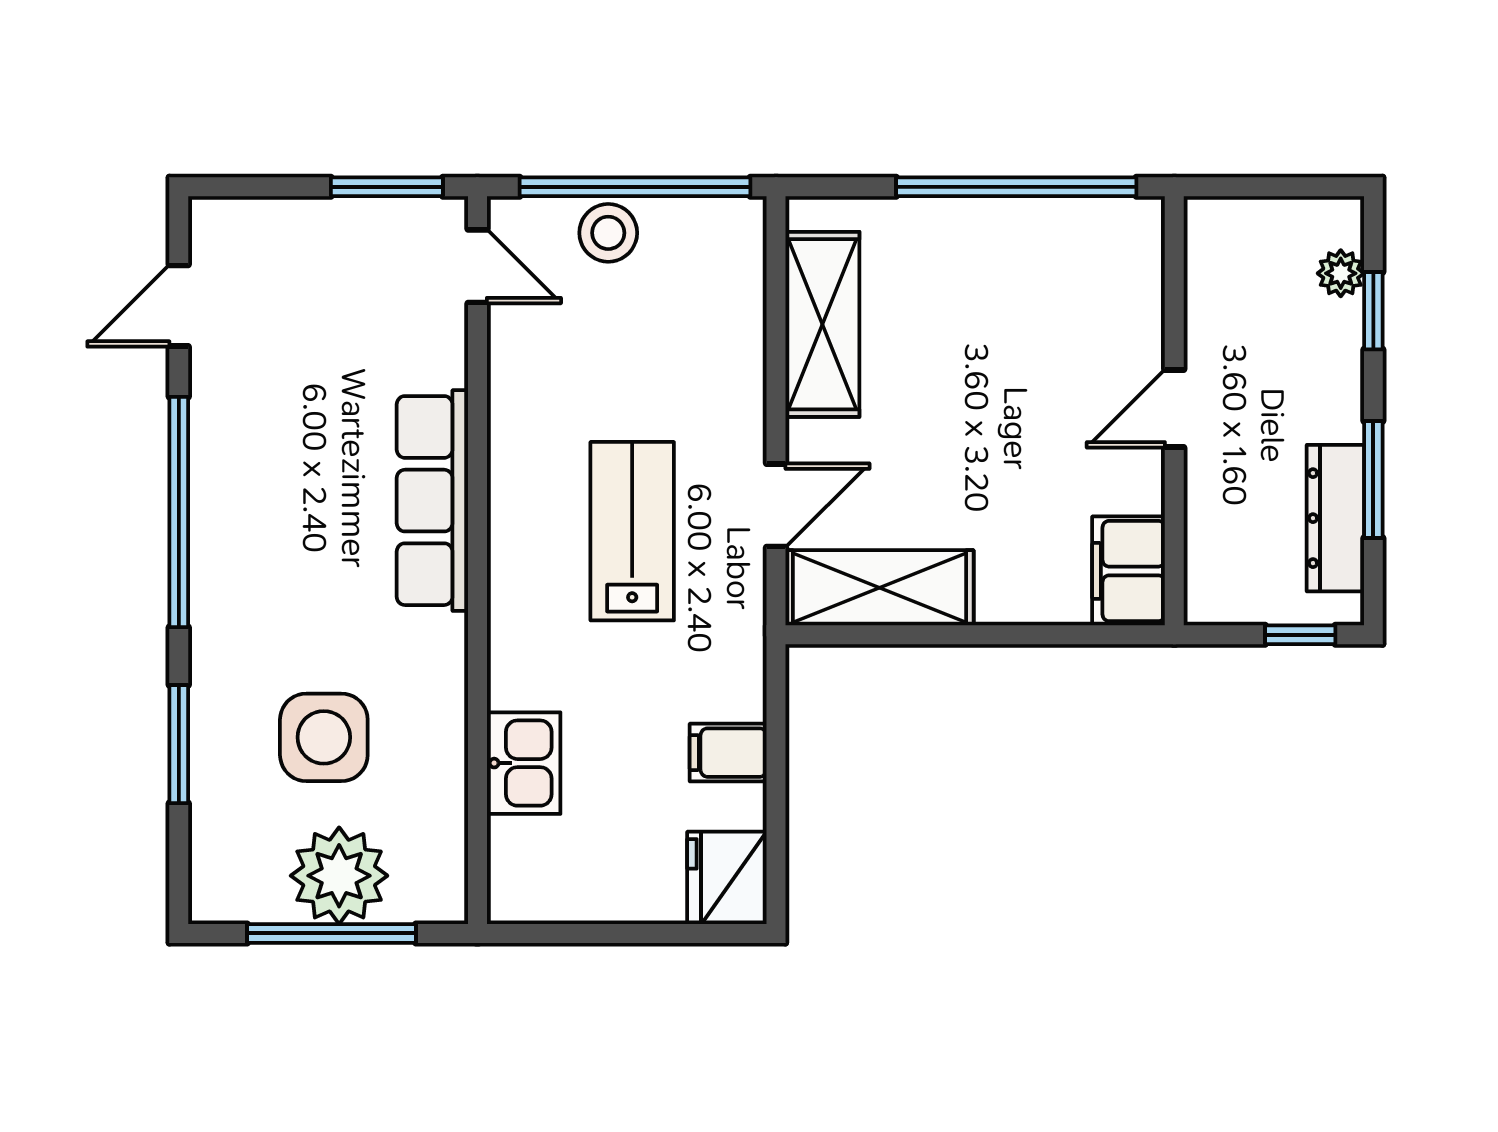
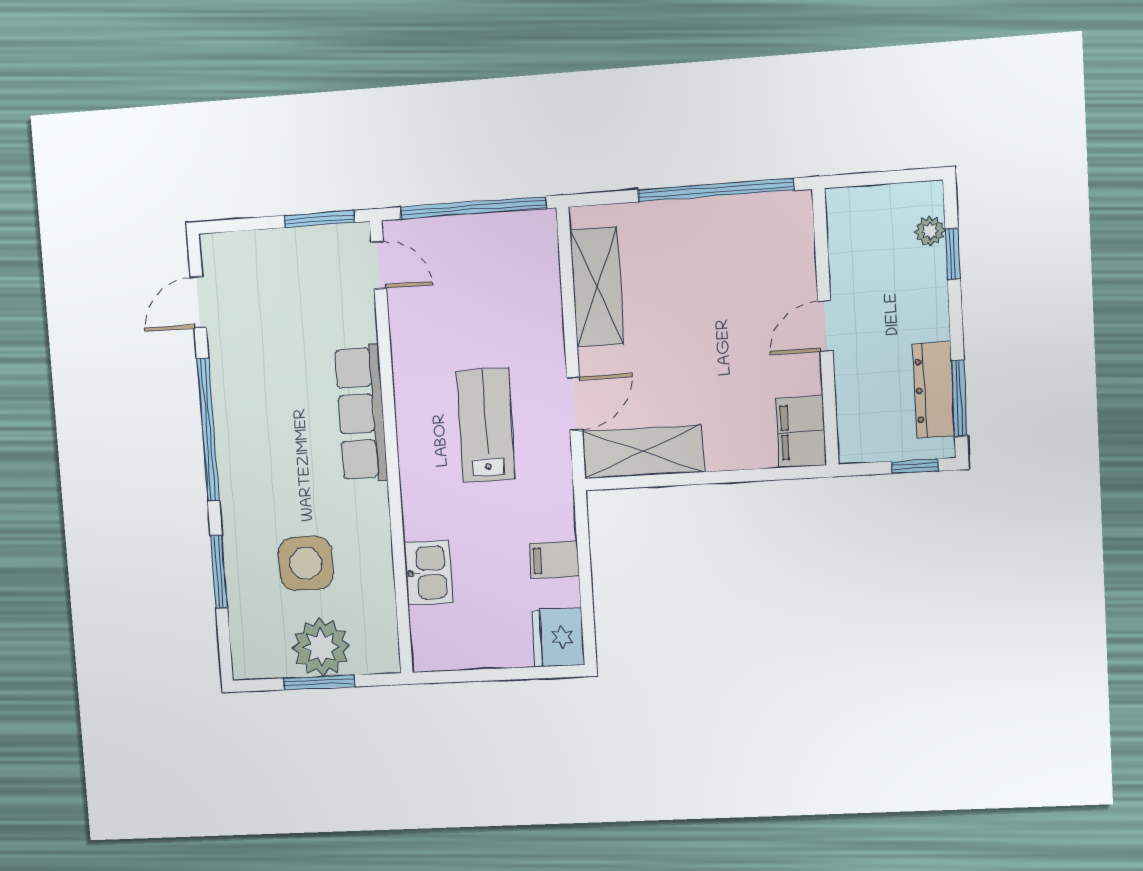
stool: (608, 233) -> (458, 238), removed
window: (1373, 479) -> (959, 398), moved
window: (331, 933) -> (319, 682), width x0.69

